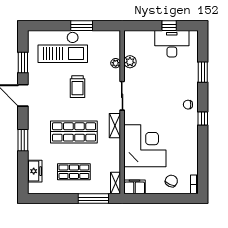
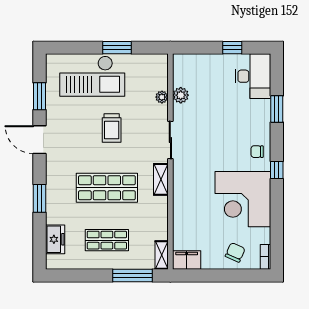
desk: (172, 44) -> (253, 76), moved, turned 90
corner desk: (145, 146) -> (243, 199), moved, turned 180

